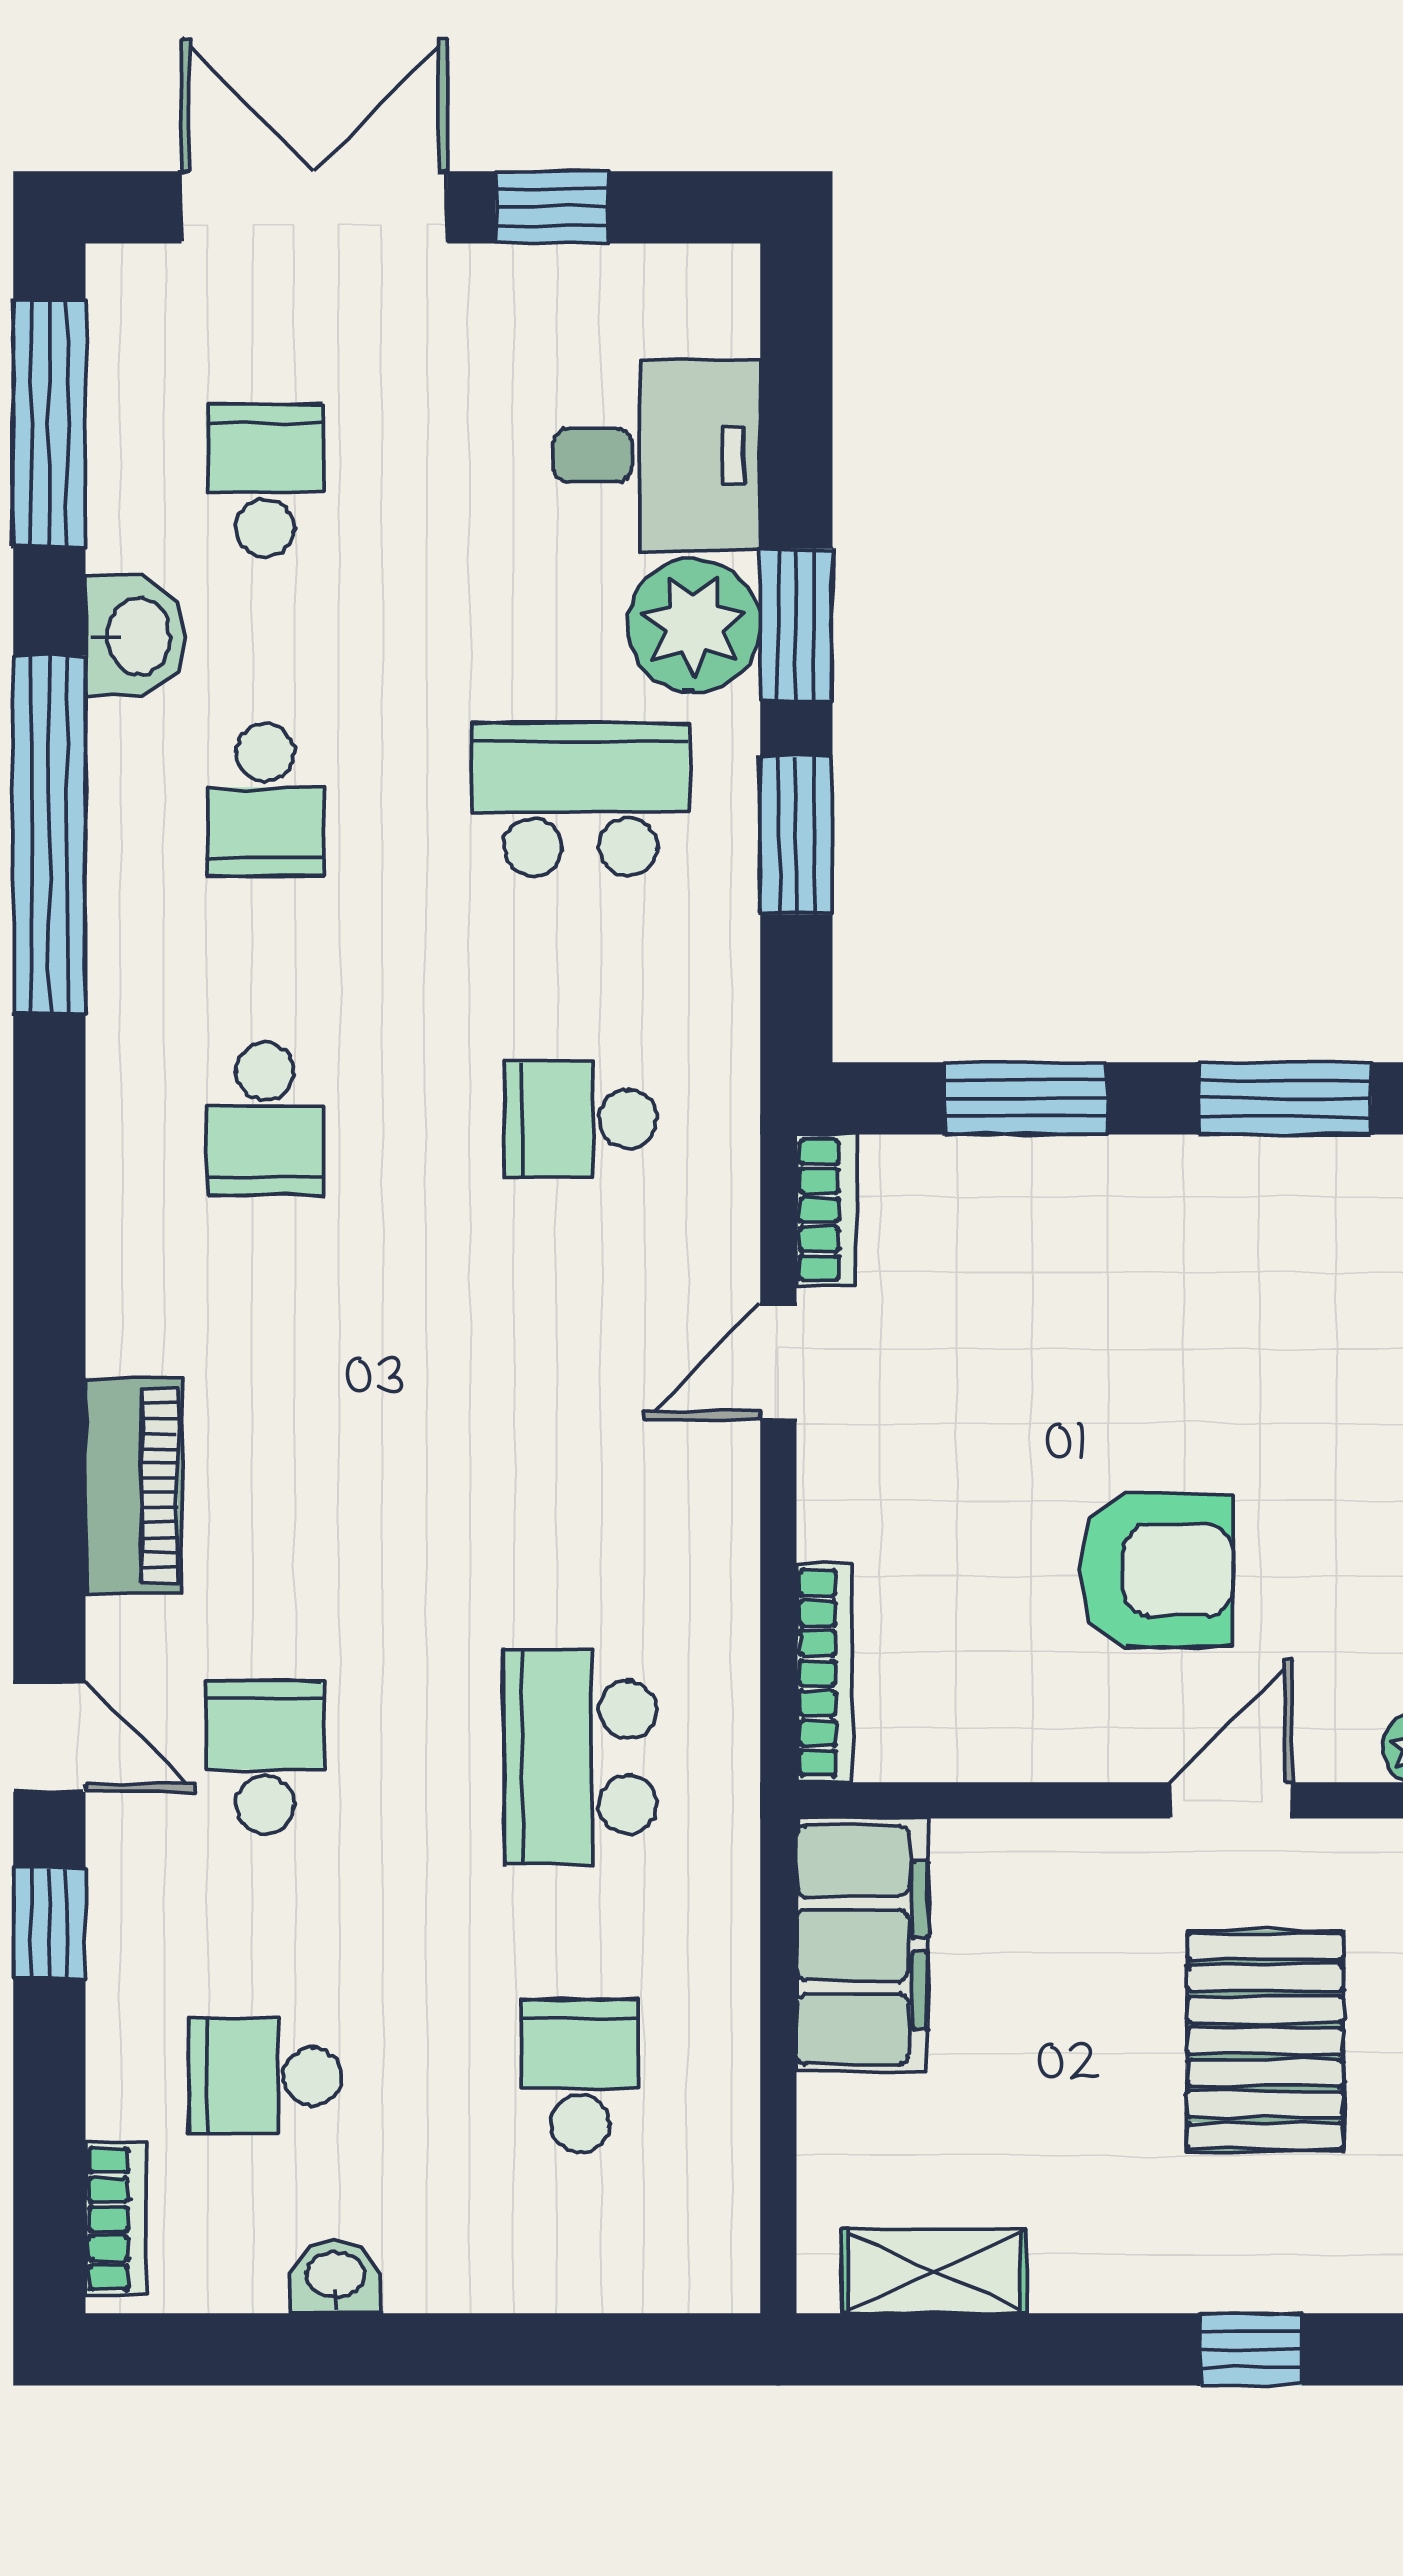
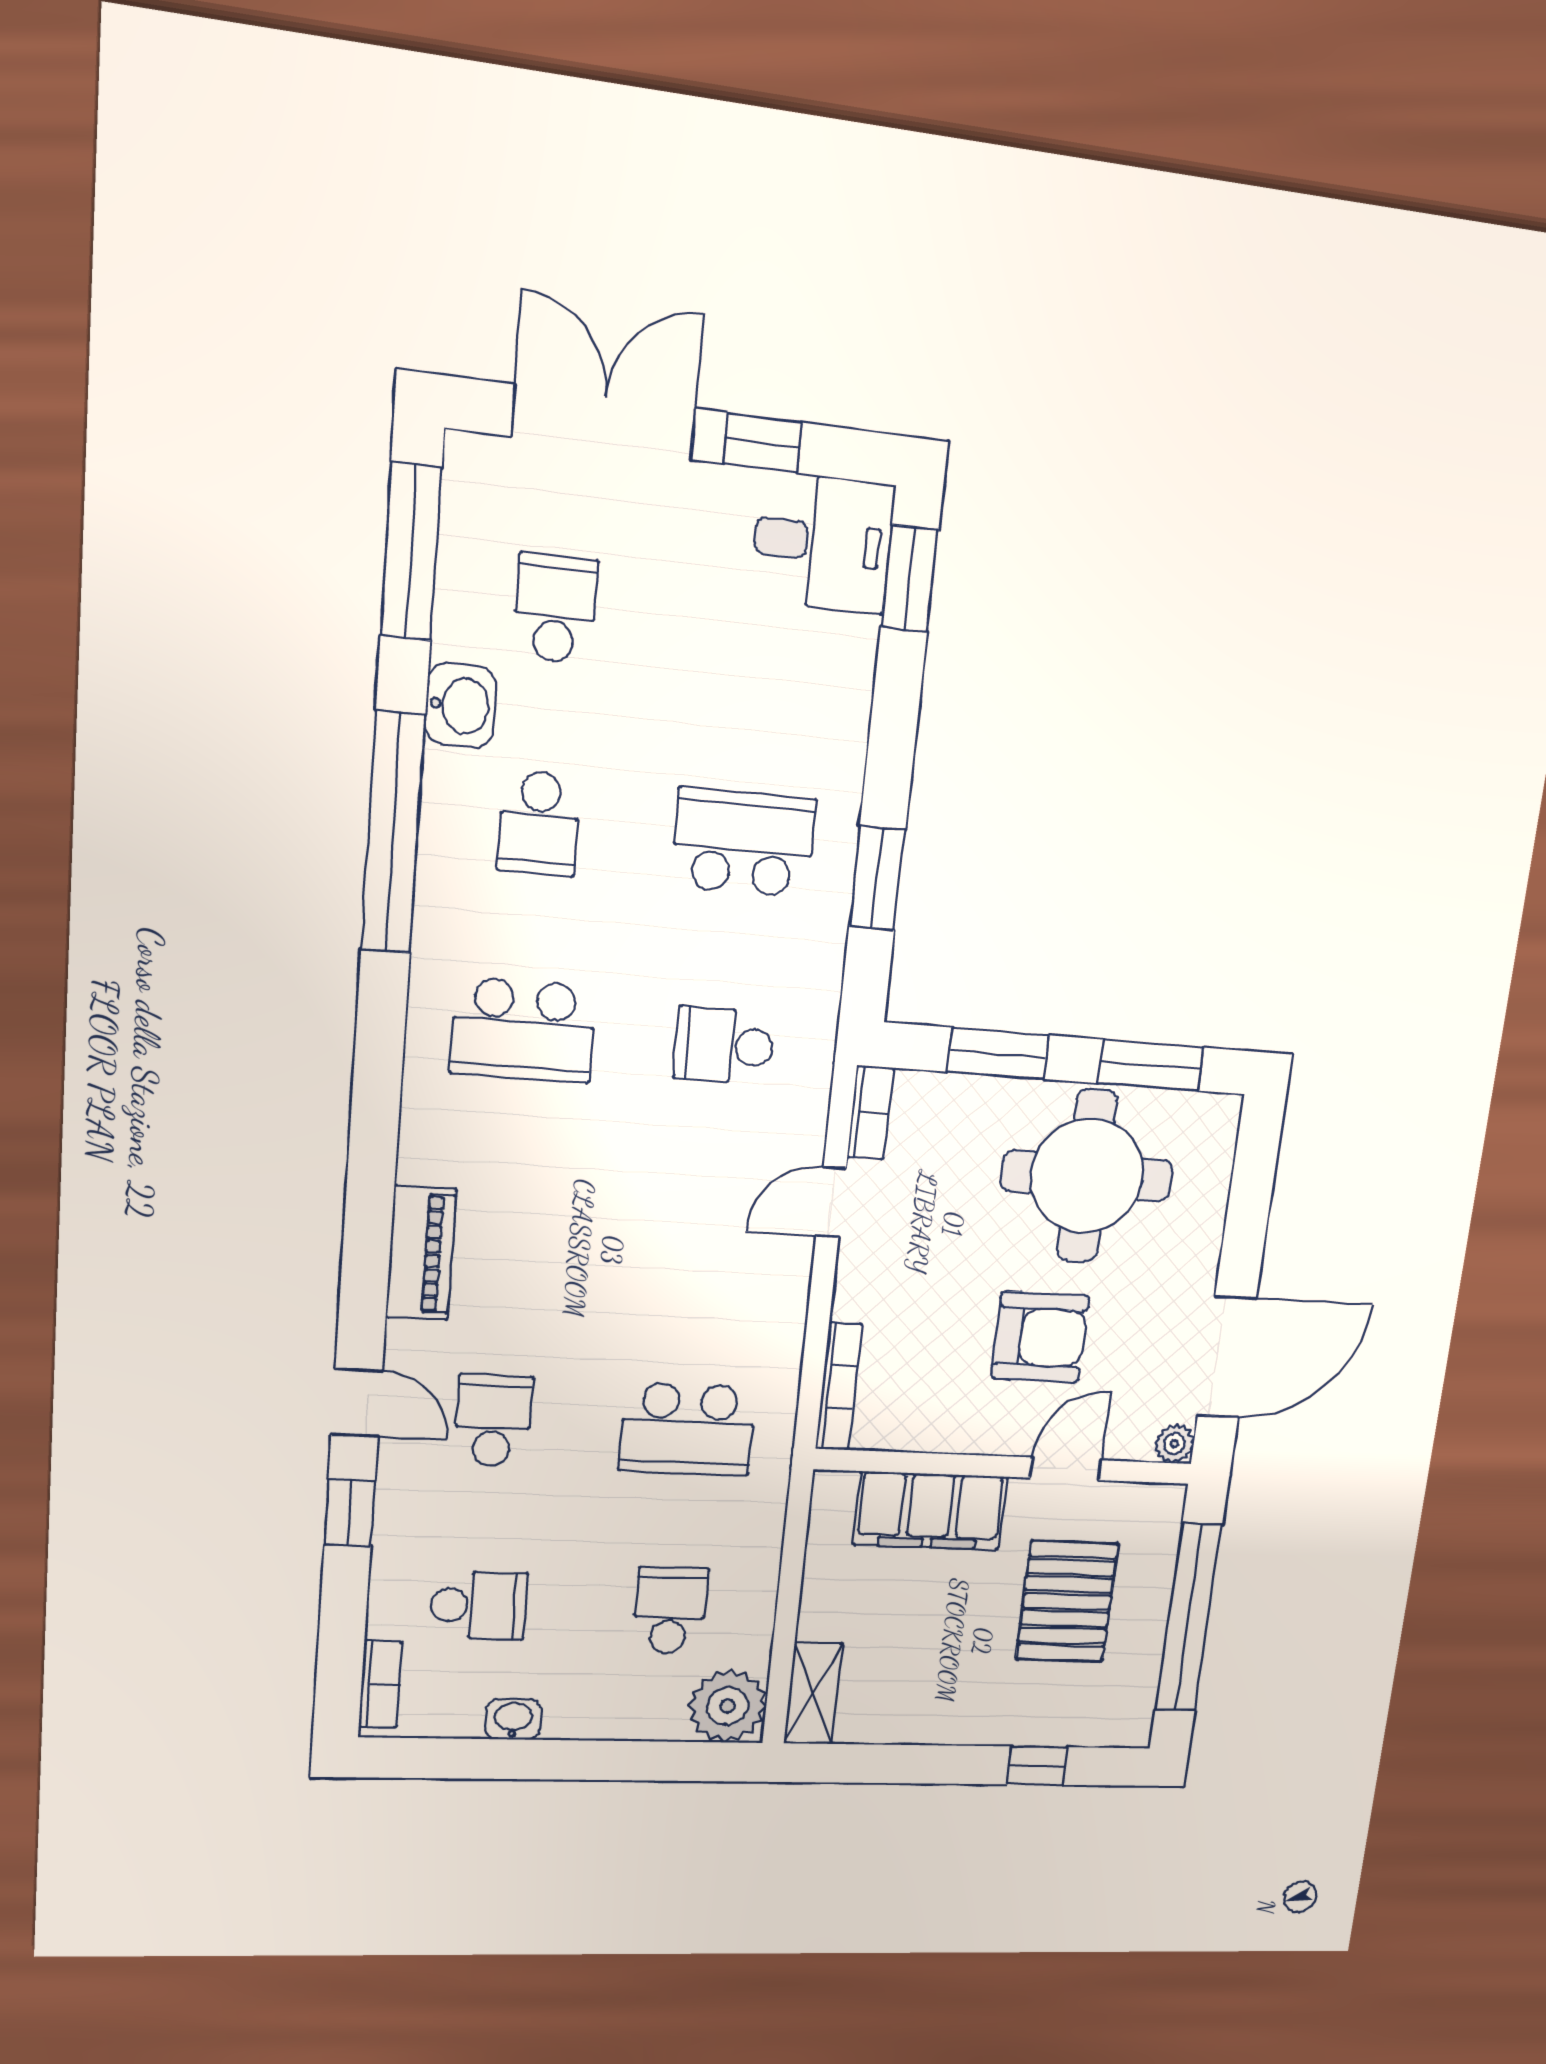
desk: (657, 455) -> (823, 542), moved
plant: (694, 625) -> (728, 1706), moved
window: (796, 625) -> (910, 579), moved
school desk: (265, 1119) -> (523, 1030), width x1.85
round table: (1201, 1290) -> (1087, 1176), added
school desk: (580, 1757) -> (688, 1429), turned -90
filing cabinet: (862, 1945) -> (930, 1511), moved, turned 90
school desk: (265, 2076) -> (479, 1606), turned 180
shelving: (934, 2272) -> (813, 1693), moved, turned 90

